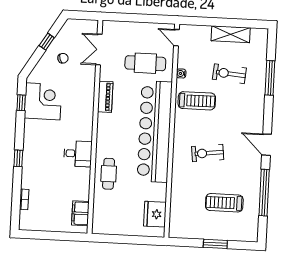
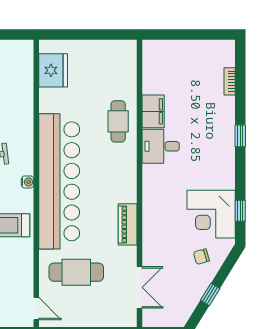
chair: (63, 58) -> (201, 257), moved
water cooler: (181, 73) -> (28, 182), moved
filing cabinet: (80, 213) -> (153, 111), moved

